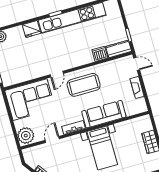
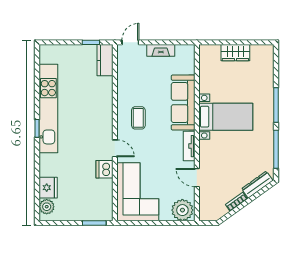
fridge: (31, 29) -> (48, 188), moved
dishwasher: (100, 54) -> (104, 169), moved
coffee table: (84, 85) -> (138, 118), width x0.54, depth x0.58

